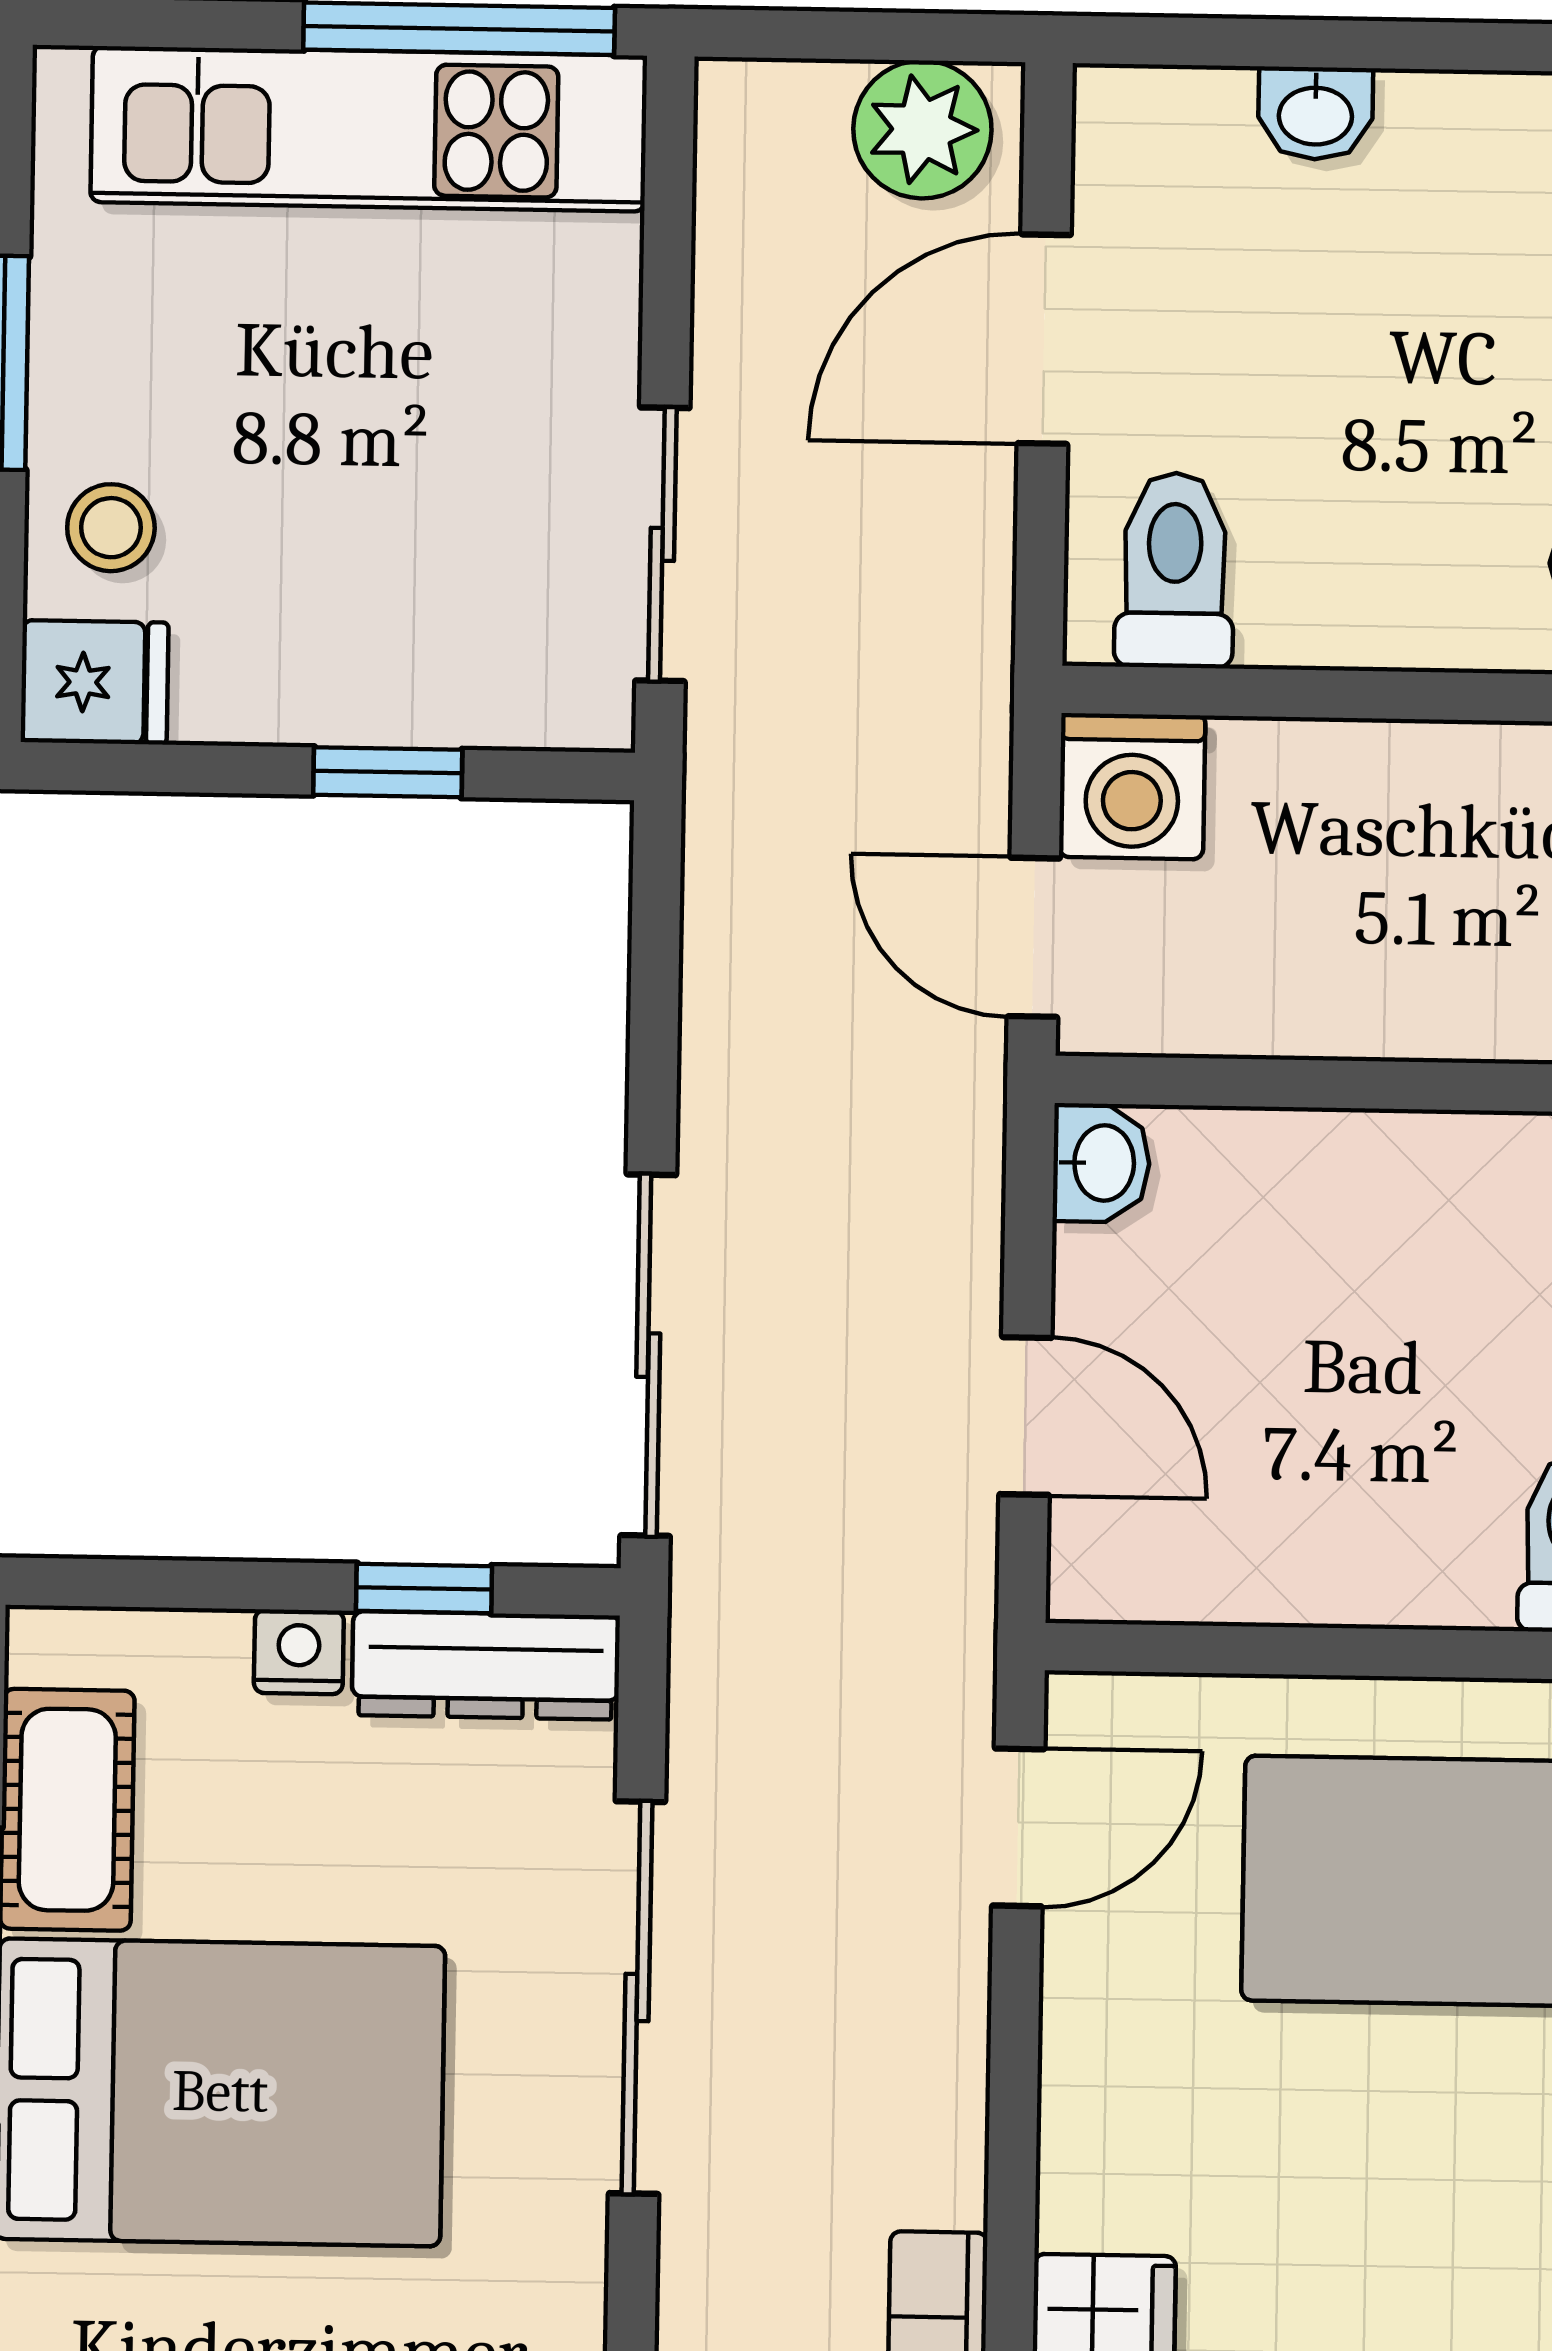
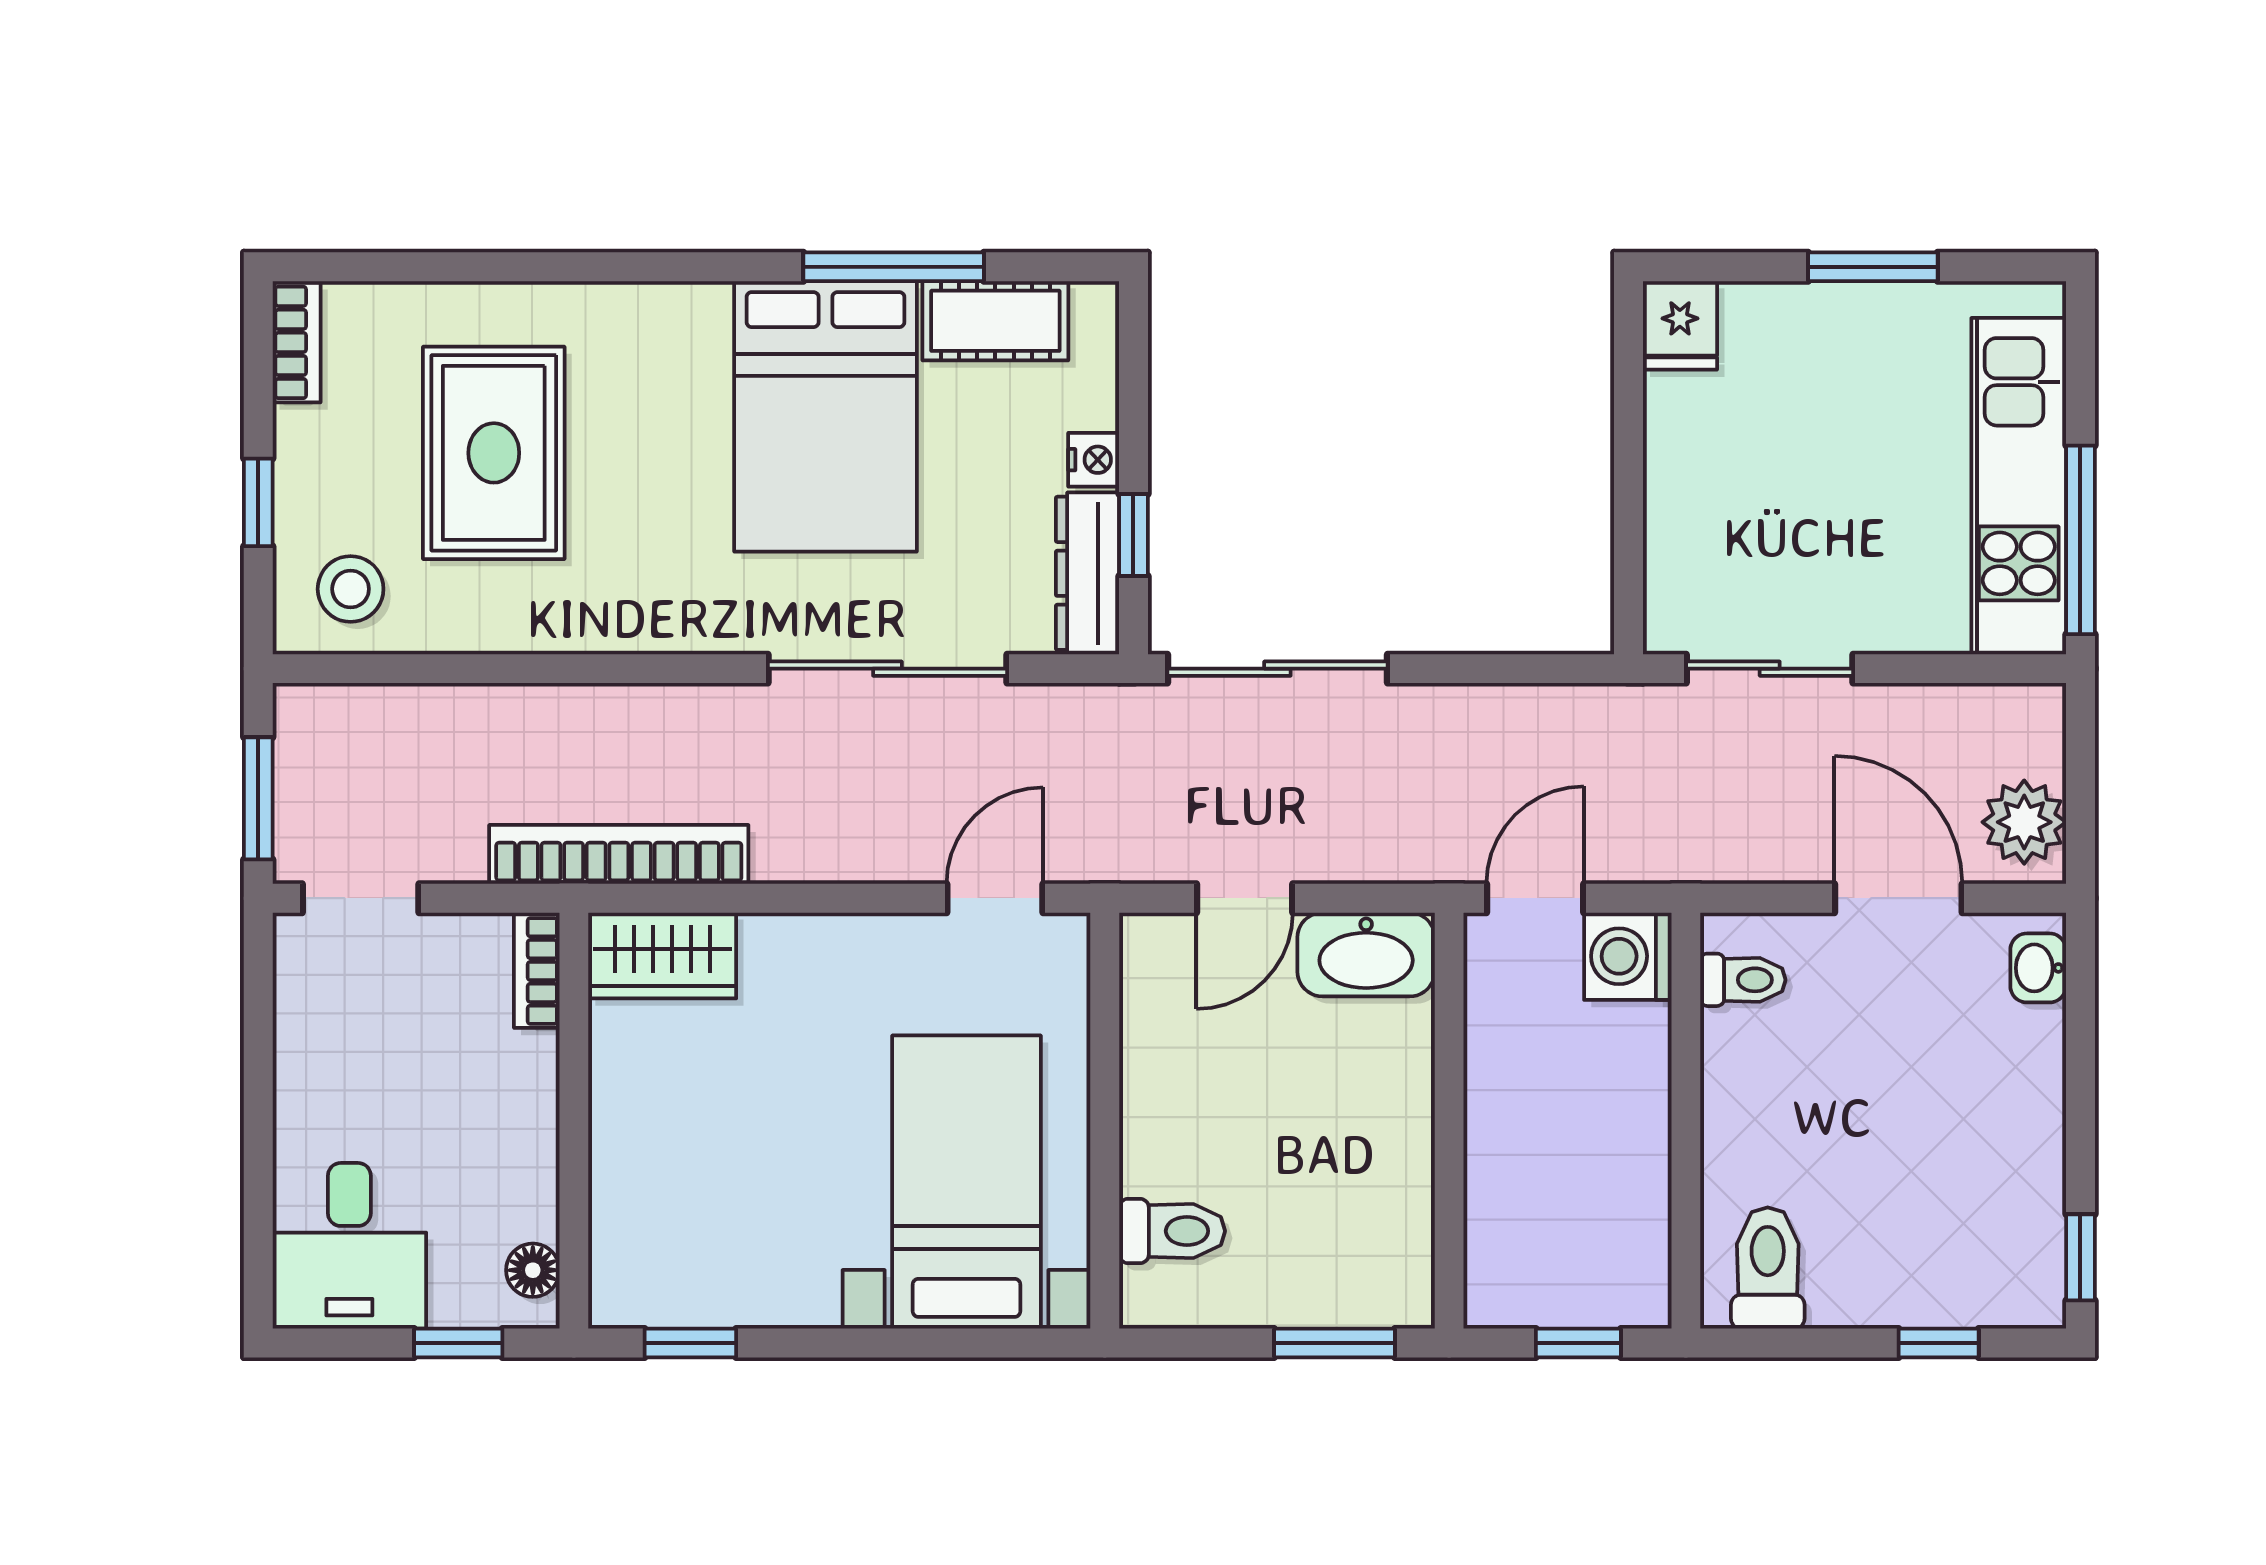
washbasin: (1315, 113) -> (2038, 968), moved
stool: (111, 528) -> (1774, 334), removed
toilet: (1175, 570) -> (1743, 980), width x0.73, depth x0.72
window: (388, 772) -> (1628, 504), removed
washbasin: (1101, 1163) -> (1366, 955), width x1.91, depth x1.45
door: (1018, 1827) -> (995, 898), swing flipped

